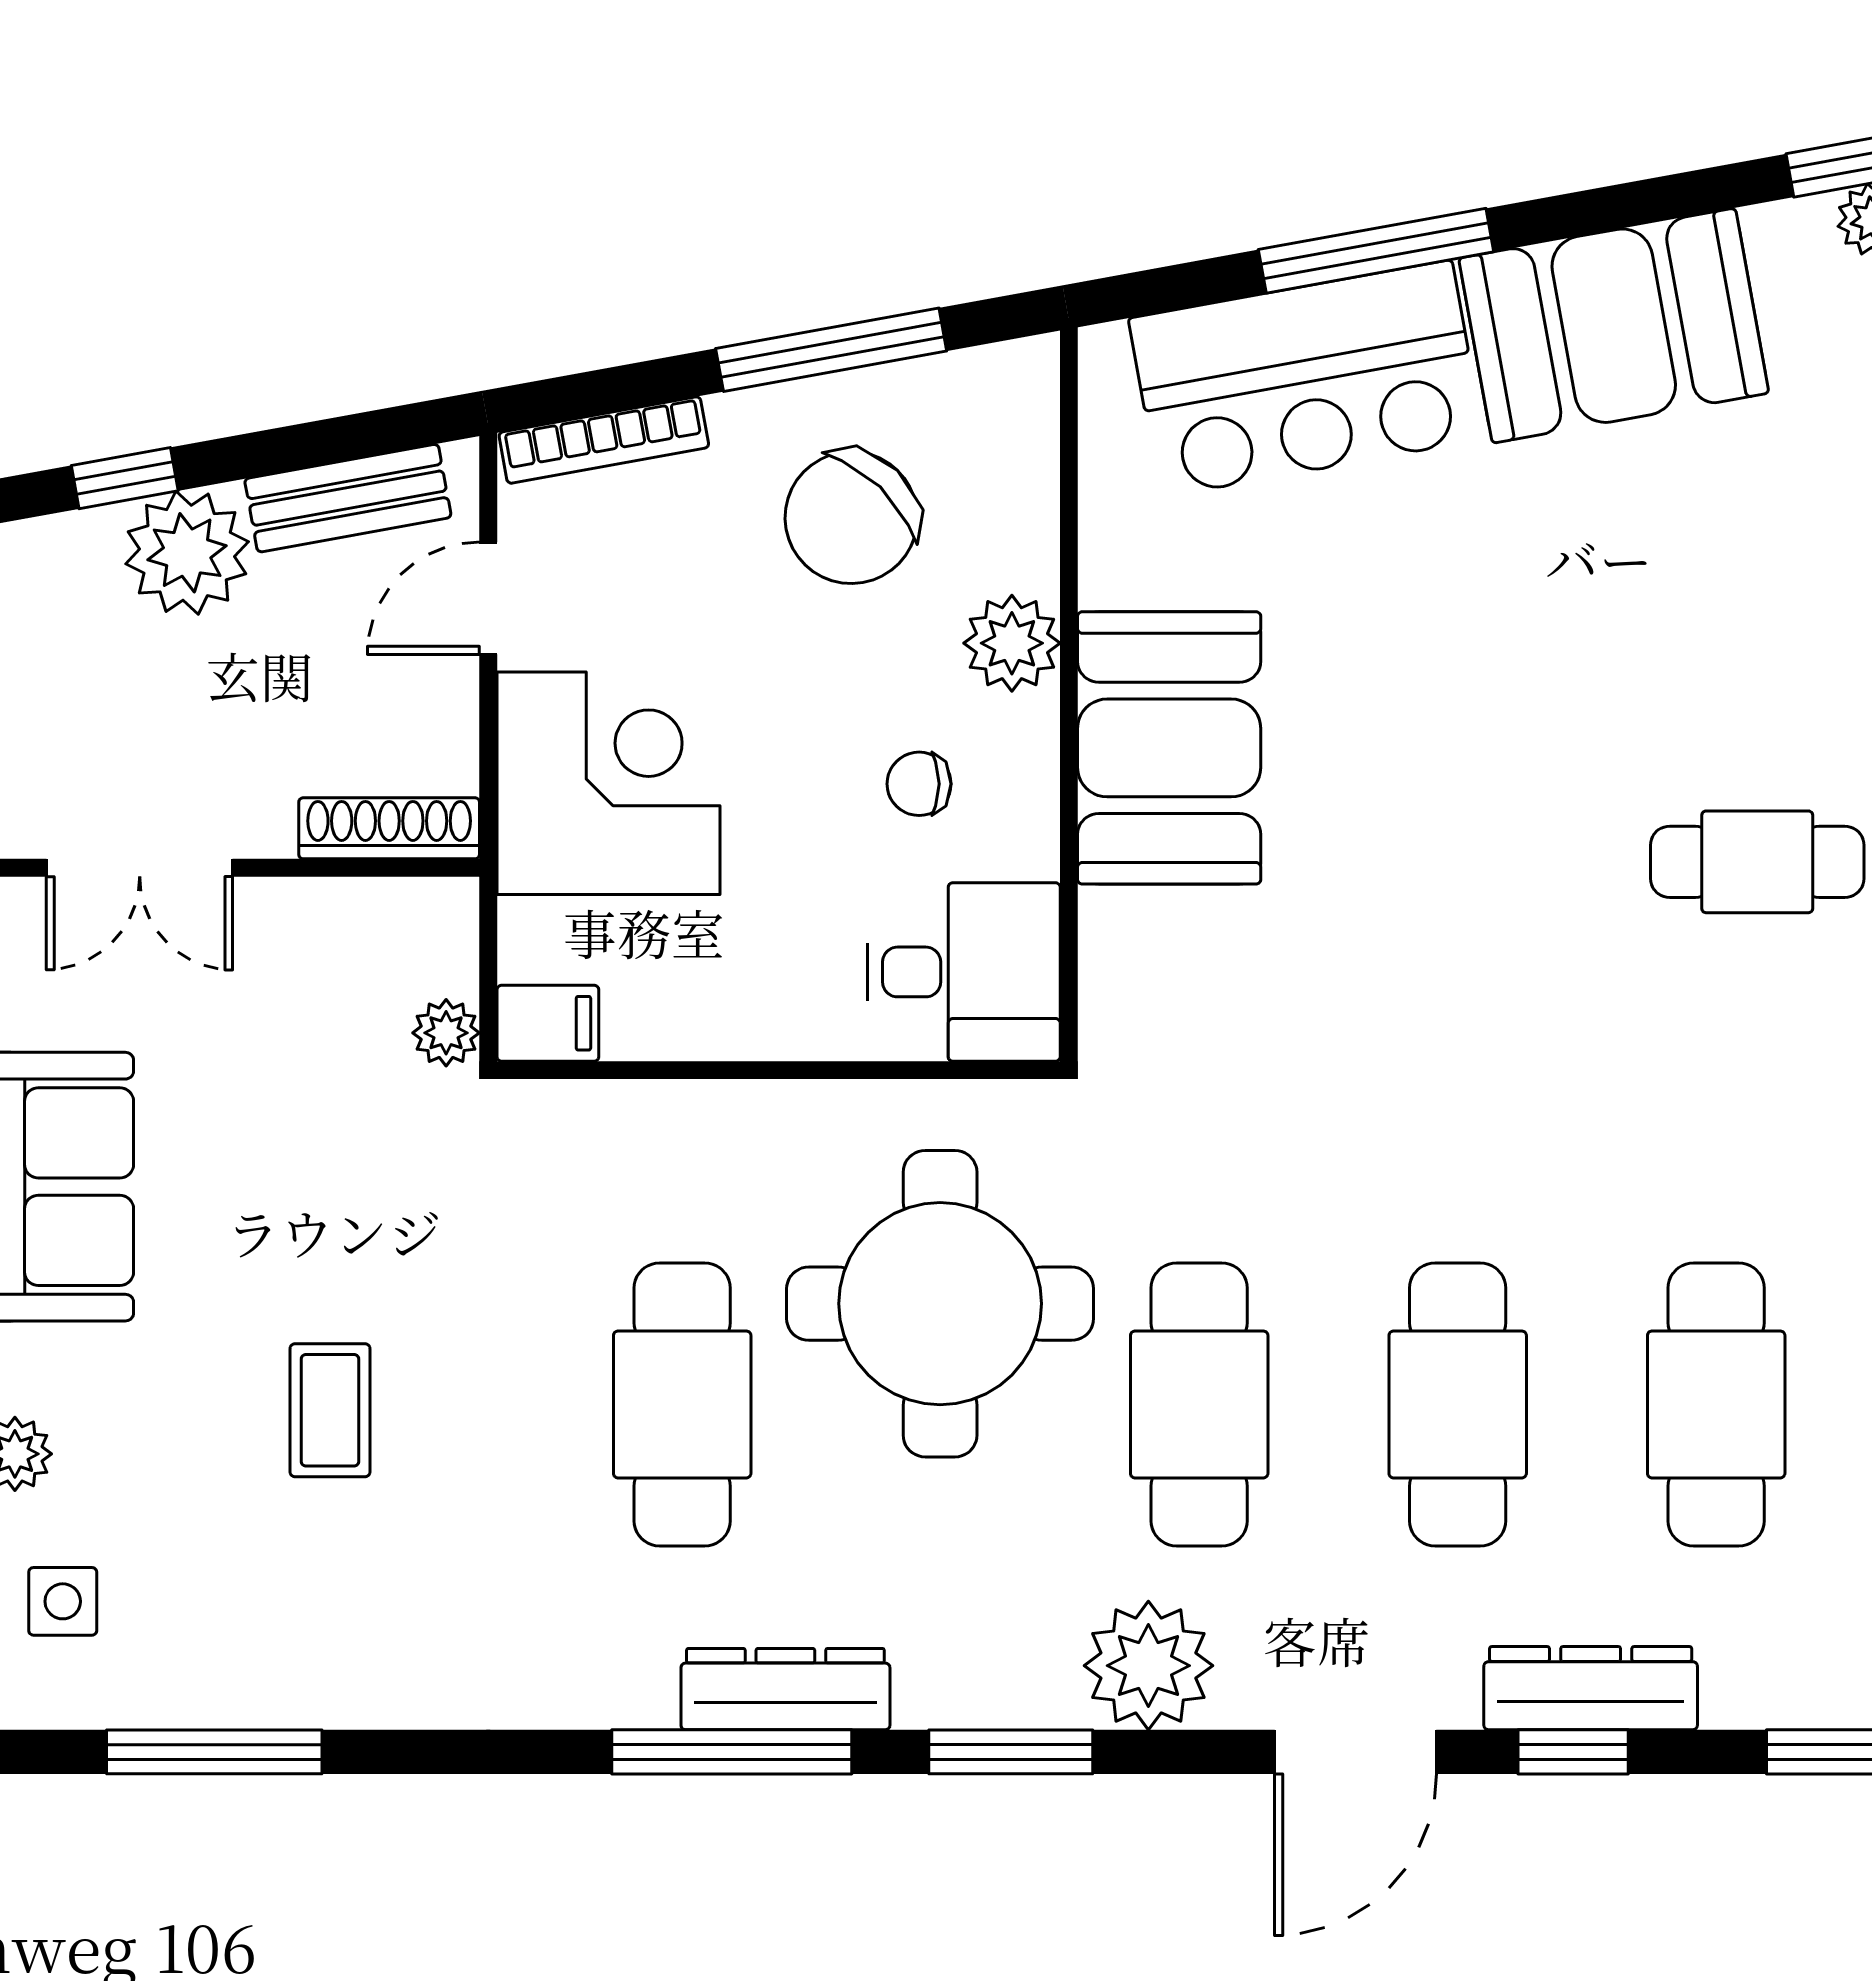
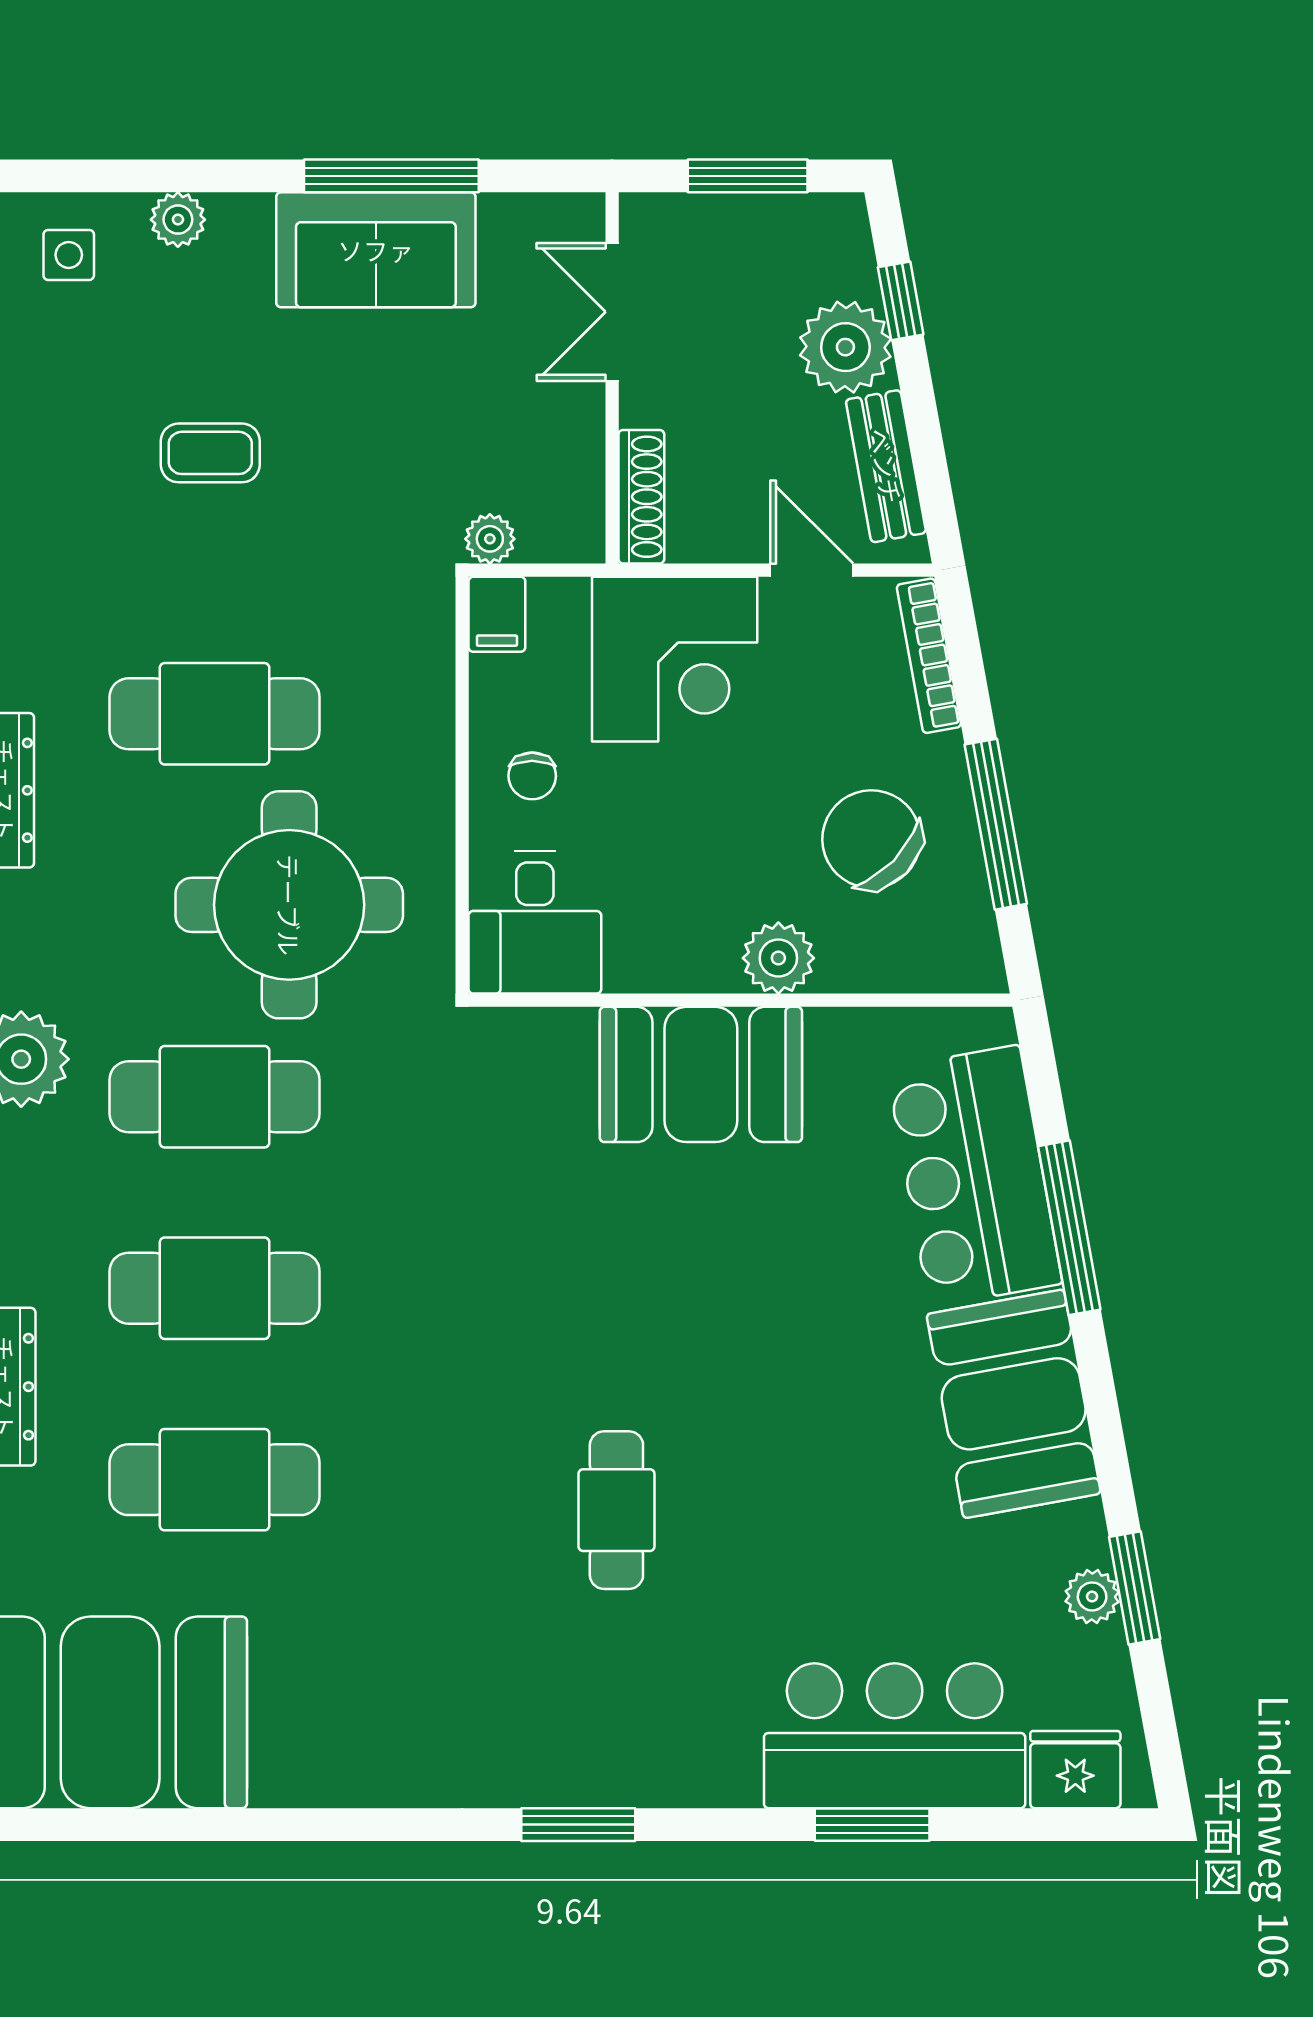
chair: (919, 784) -> (532, 776), moved, turned 180

